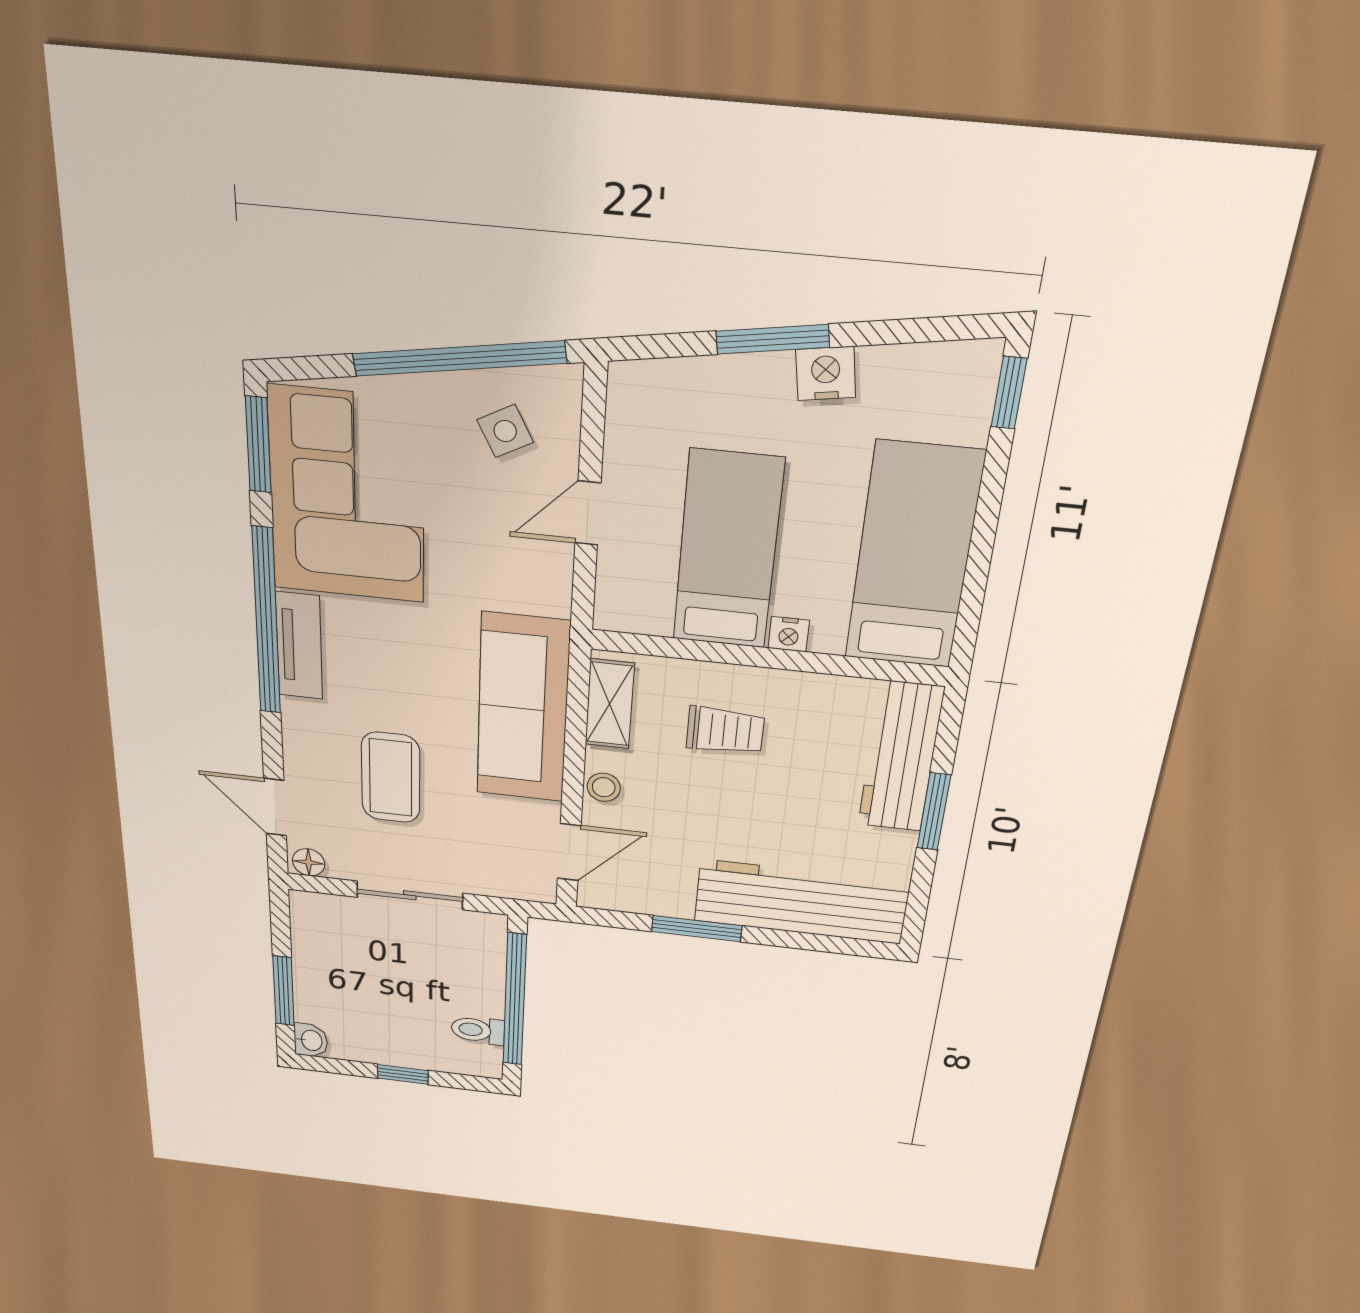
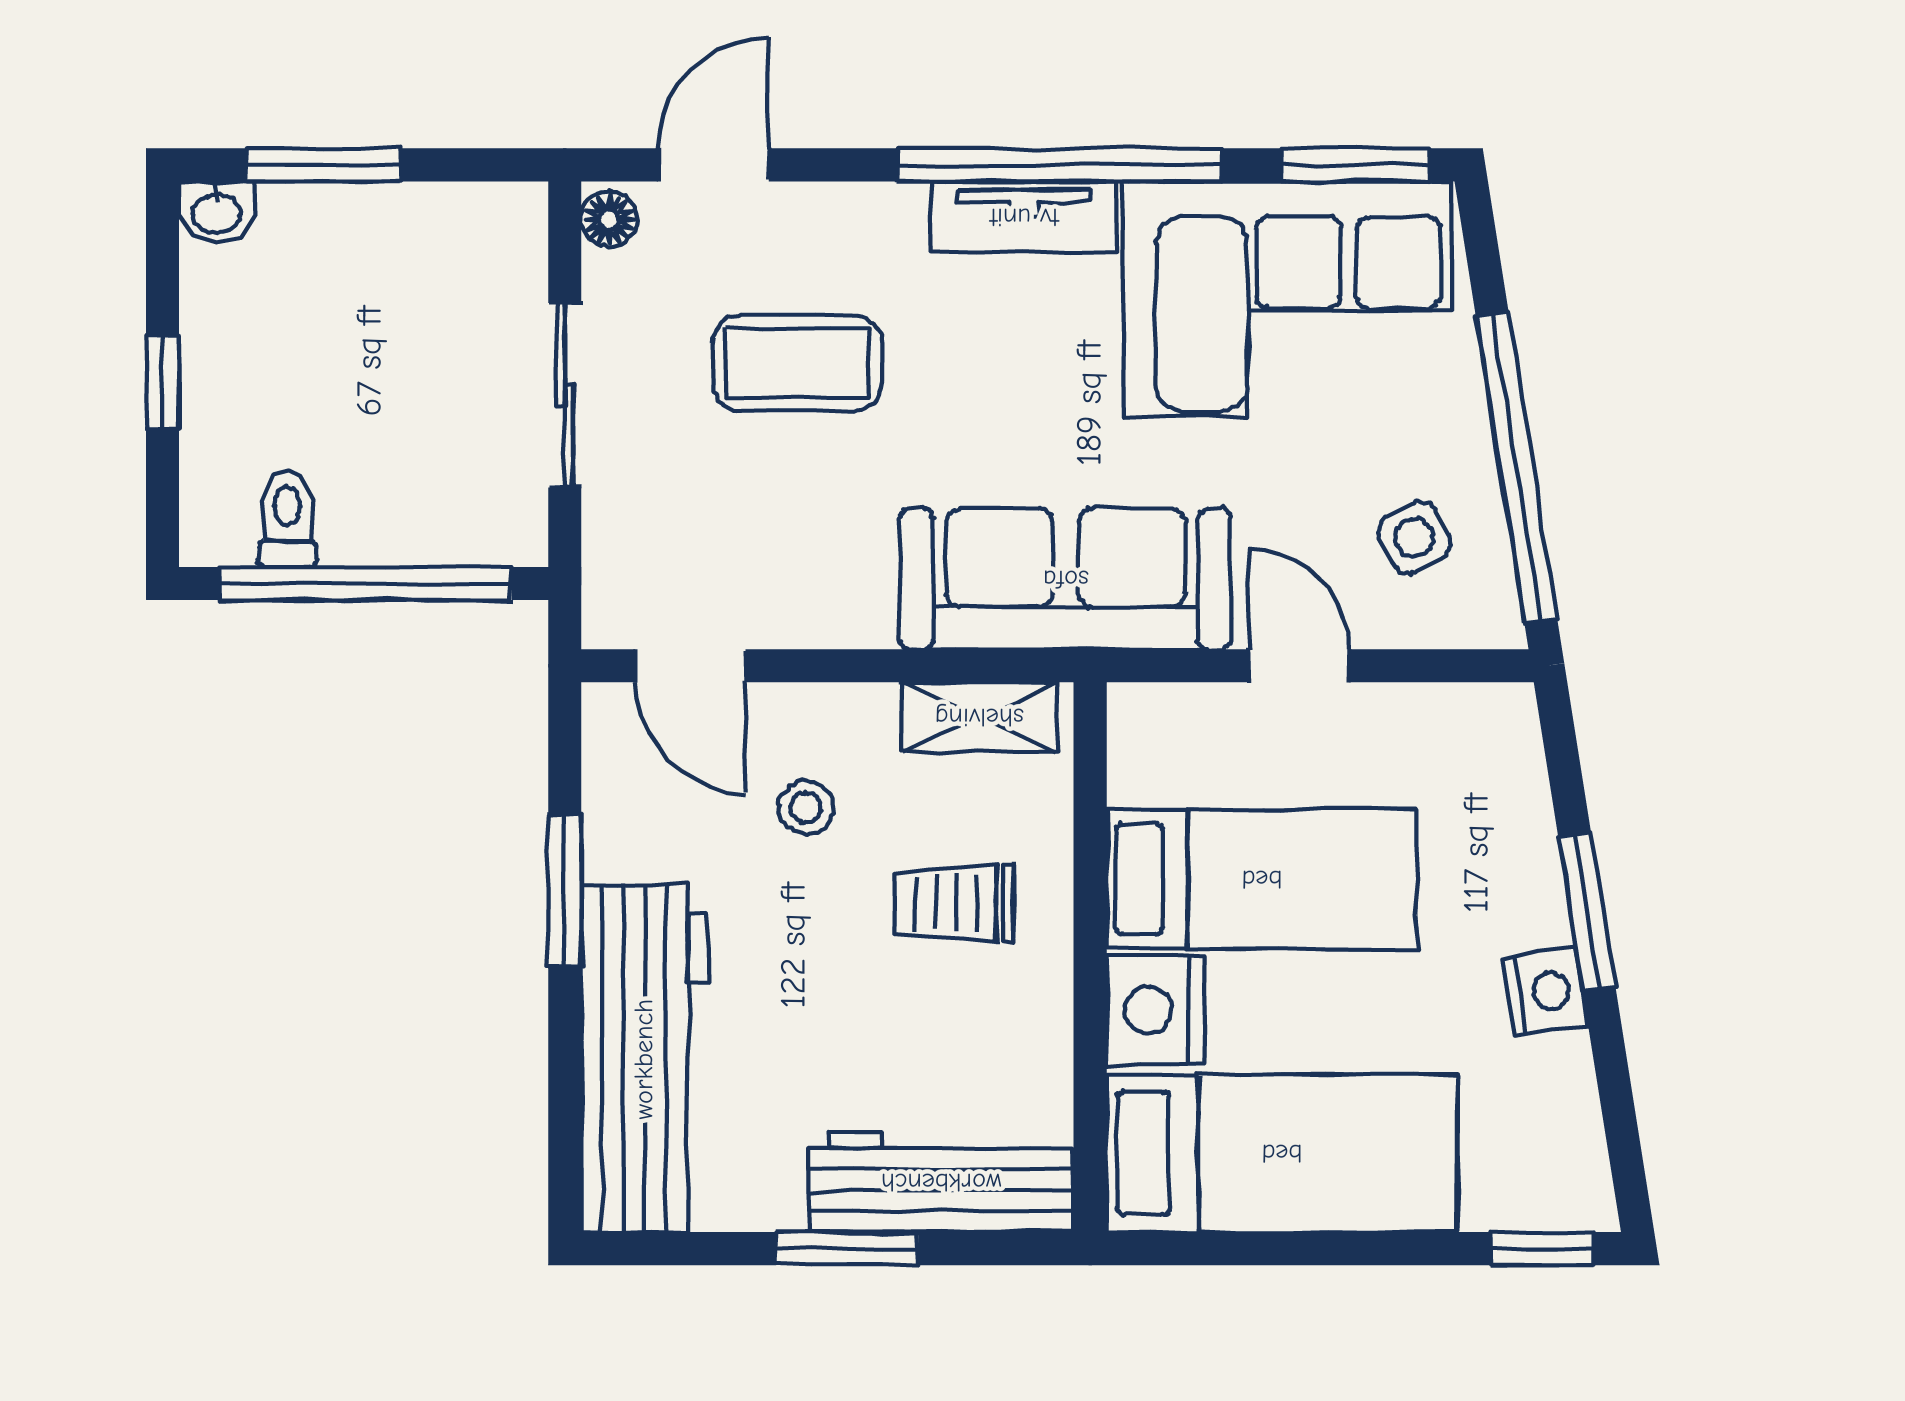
nightstand: (789, 634) -> (1156, 1010), width x1.89, depth x1.79
sofa: (523, 709) -> (1066, 579), moved
trolley: (725, 731) -> (954, 903), turned 90
stool: (604, 787) -> (806, 808), moved

